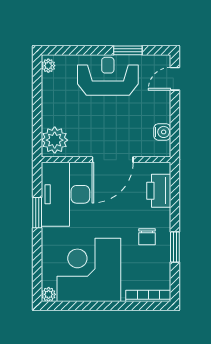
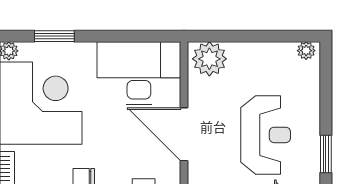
reception desk: (108, 76) -> (266, 135), moved
window: (37, 213) -> (54, 36), moved

